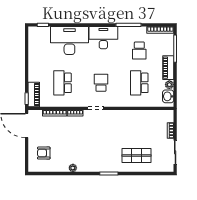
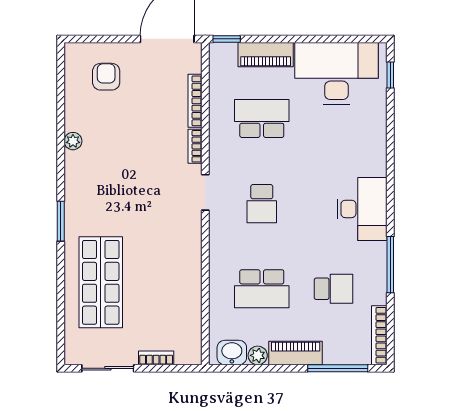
desk: (69, 41) -> (336, 73), moved, turned -90
school desk: (139, 50) -> (334, 289), turned 180
school desk: (101, 83) -> (262, 204), turned 90
school desk: (139, 83) -> (262, 289), turned 180
piano: (34, 94) -> (266, 55), moved
shop shelf: (136, 155) -> (101, 282), width x1.43, depth x1.36

